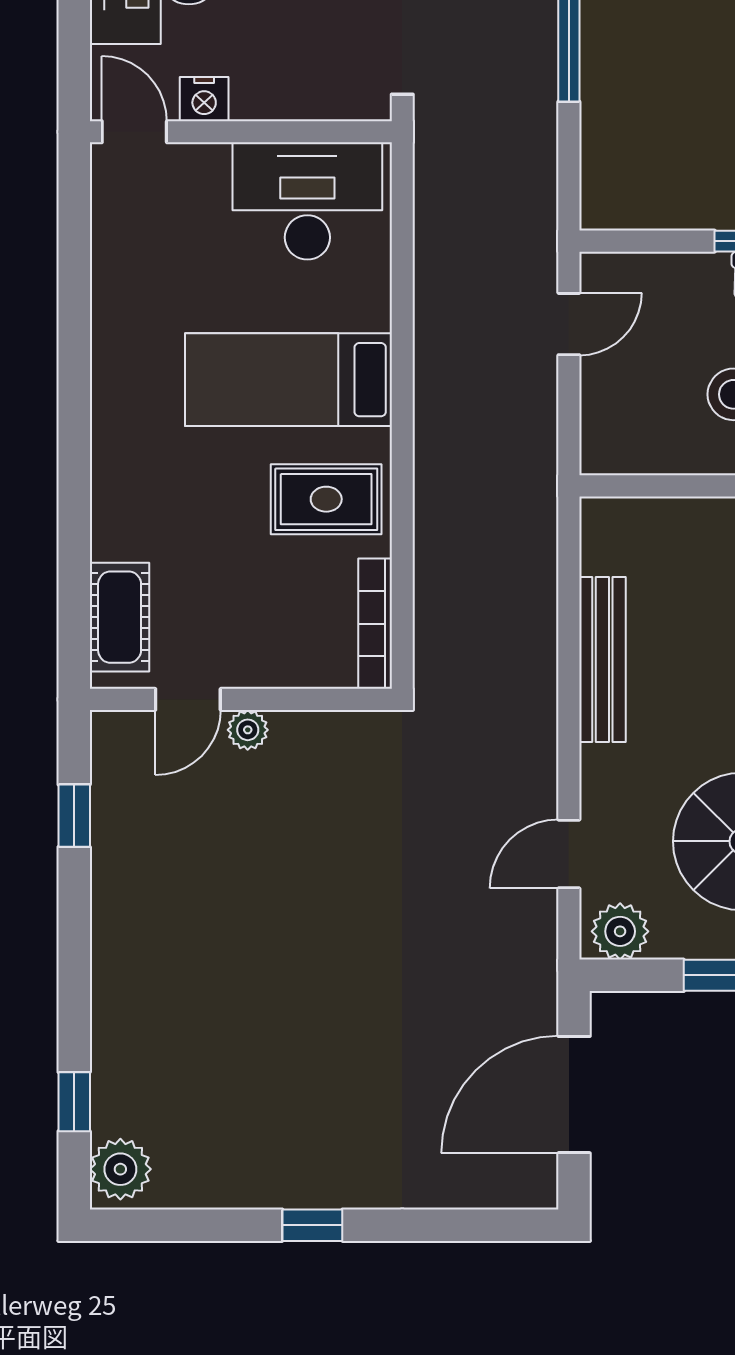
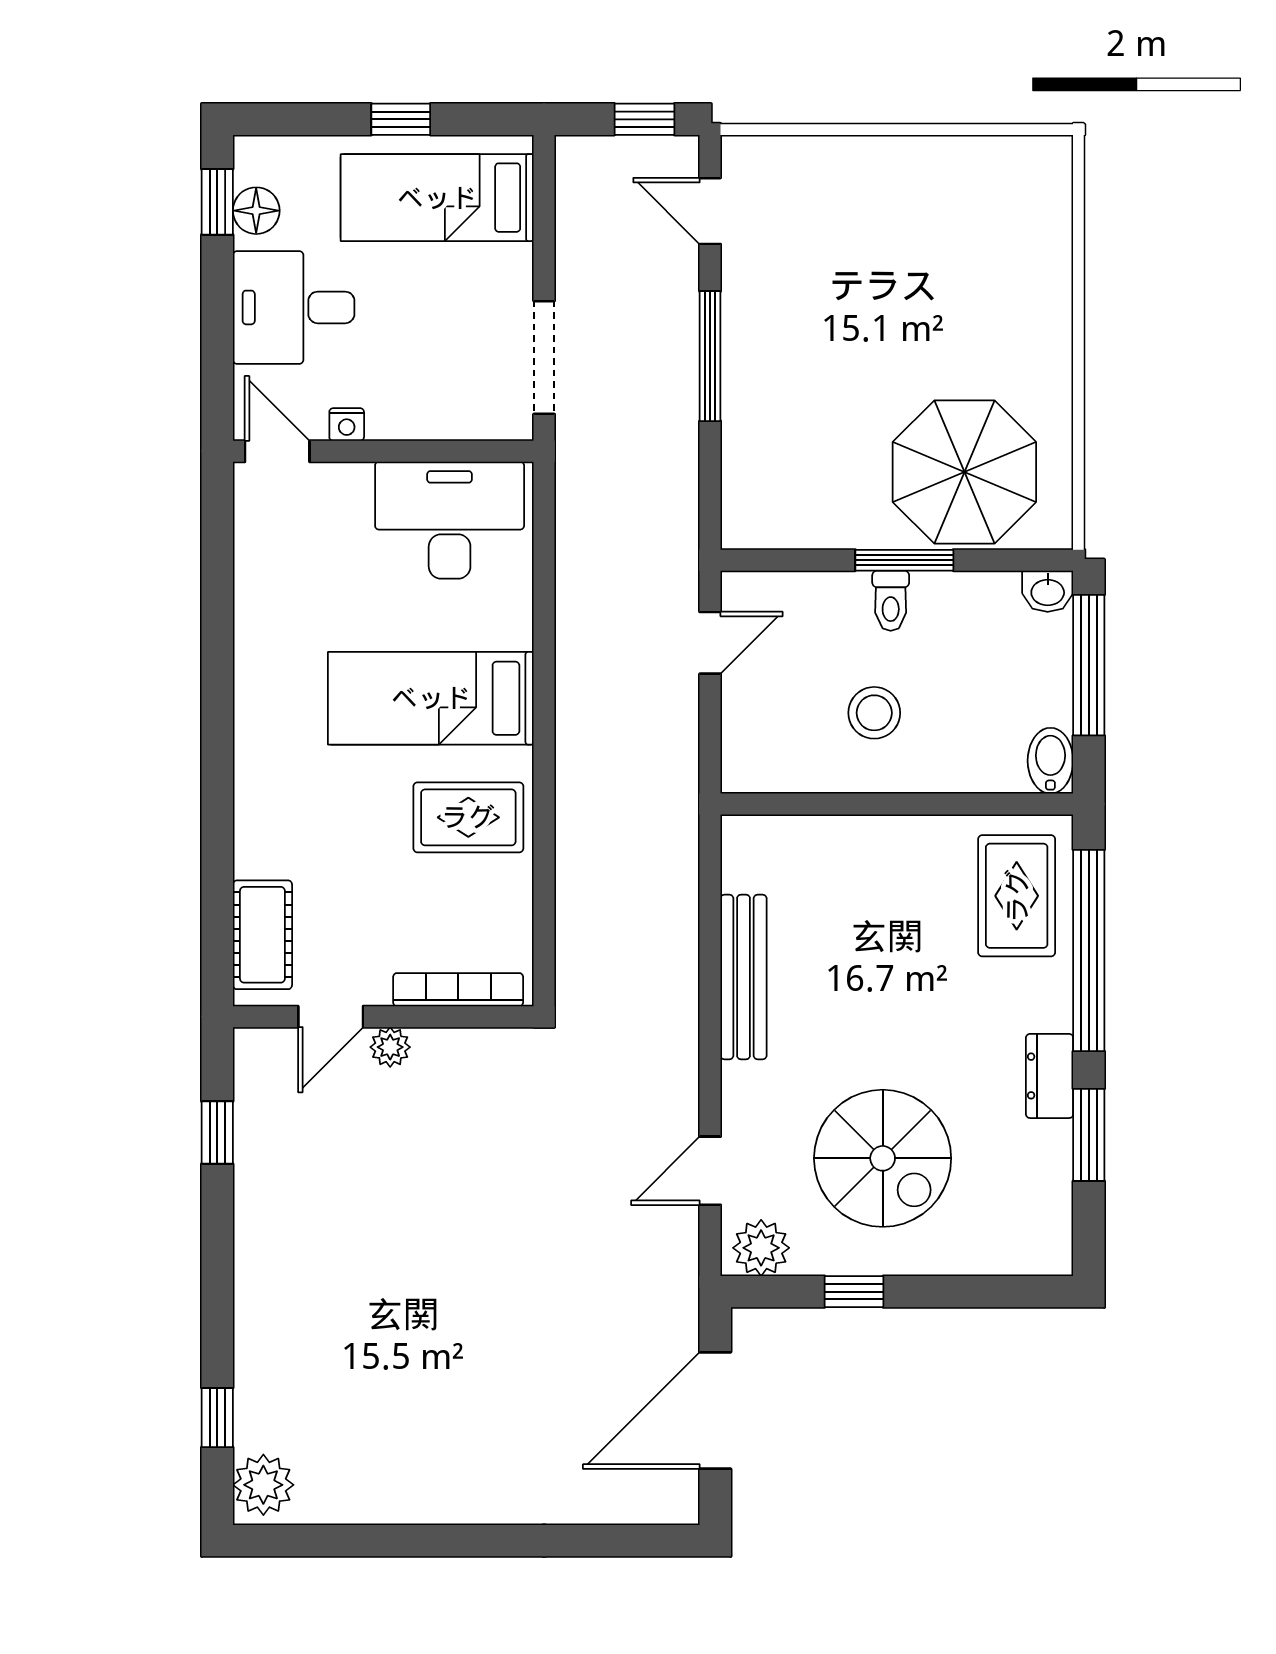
nightstand: (204, 99) -> (347, 424), width x0.72, depth x0.74
bookcase: (375, 624) -> (458, 990), moved, turned 90
window: (312, 1225) -> (455, 1541), removed

